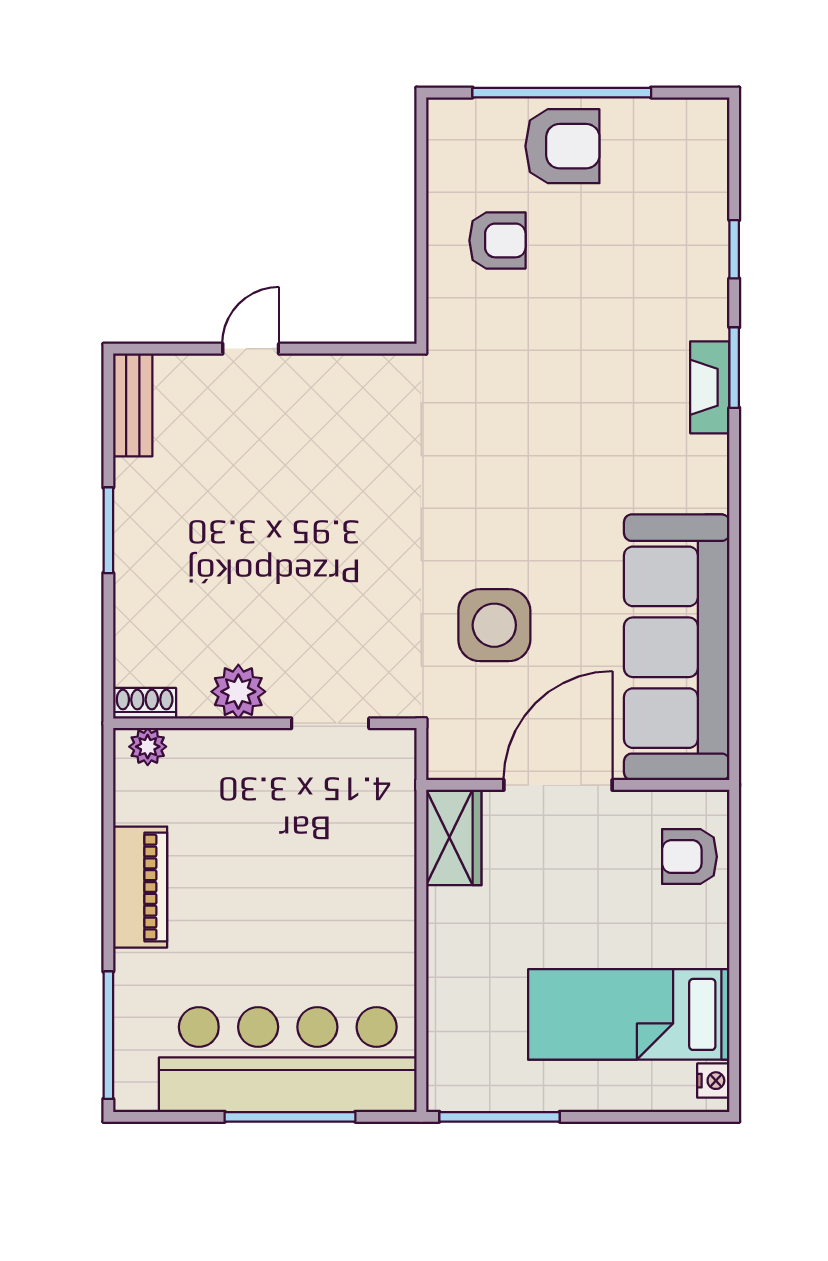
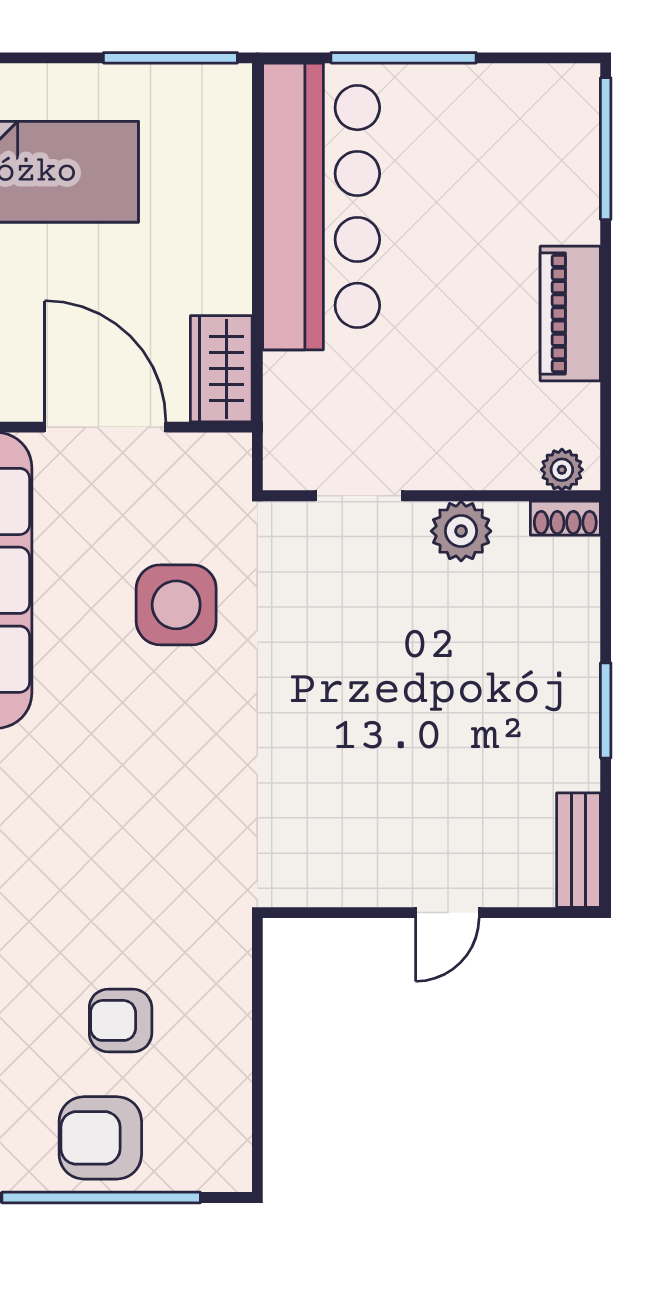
armchair: (497, 240) -> (121, 1020), moved
door: (558, 785) -> (105, 427), swing flipped
bar counter: (288, 1060) -> (321, 206), moved, turned -90

